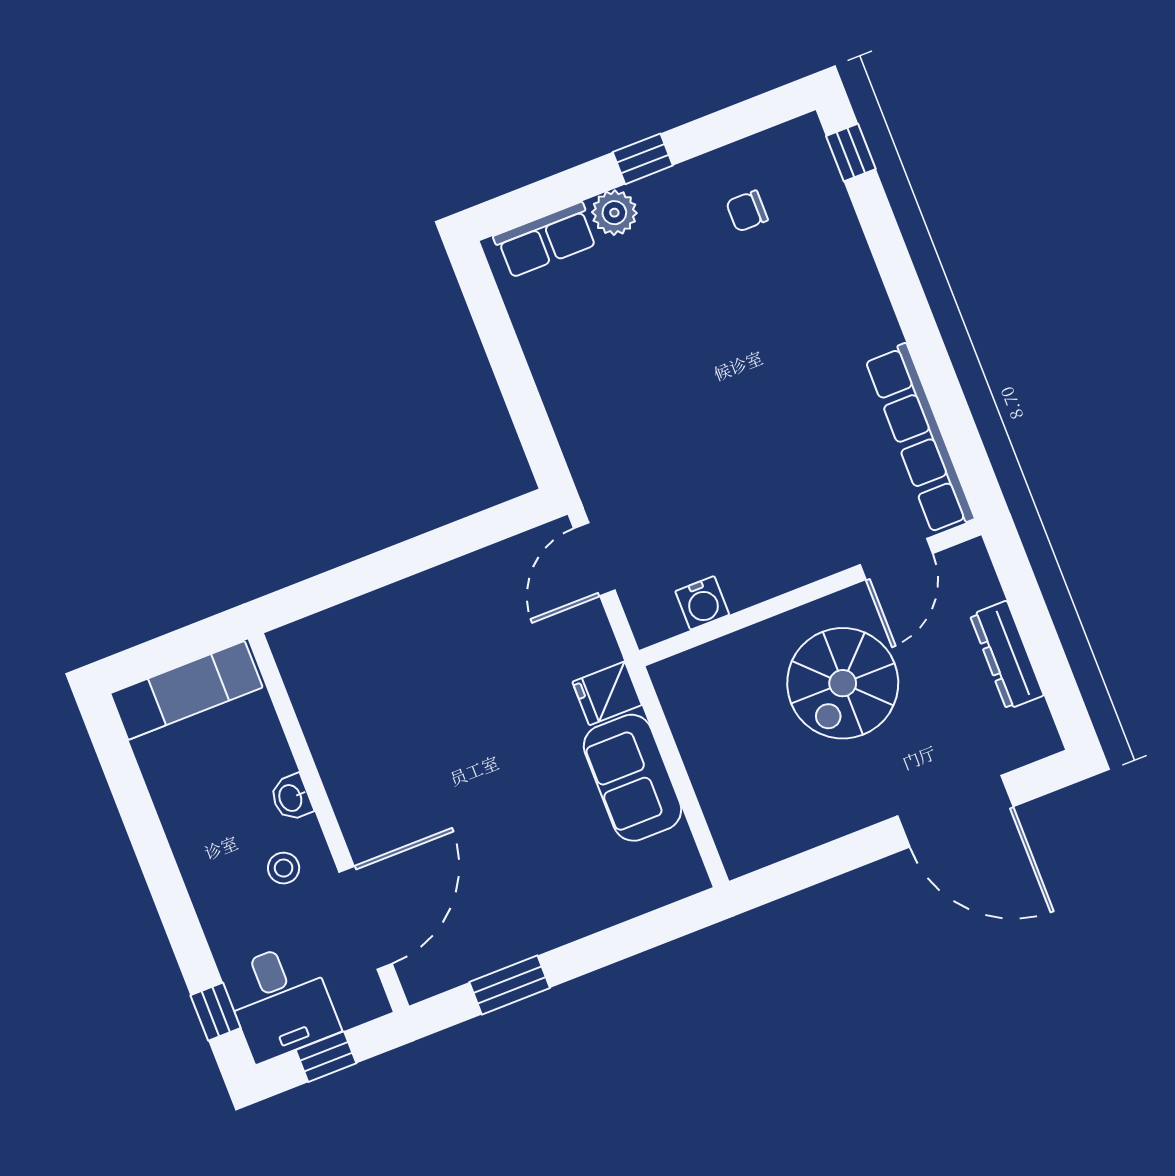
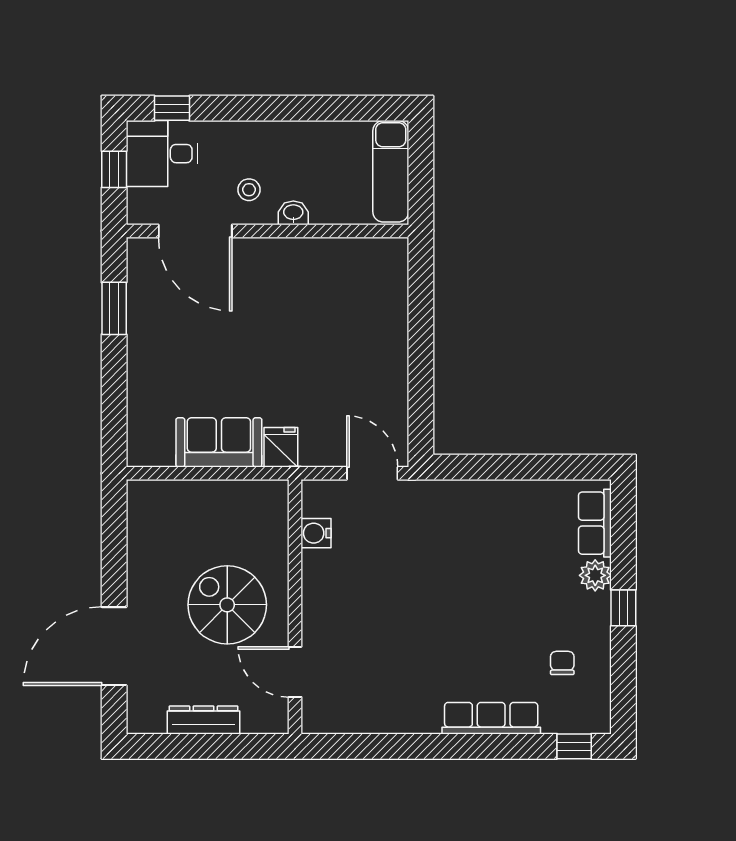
row of seats: (920, 439) -> (491, 718), moved, width x0.73

